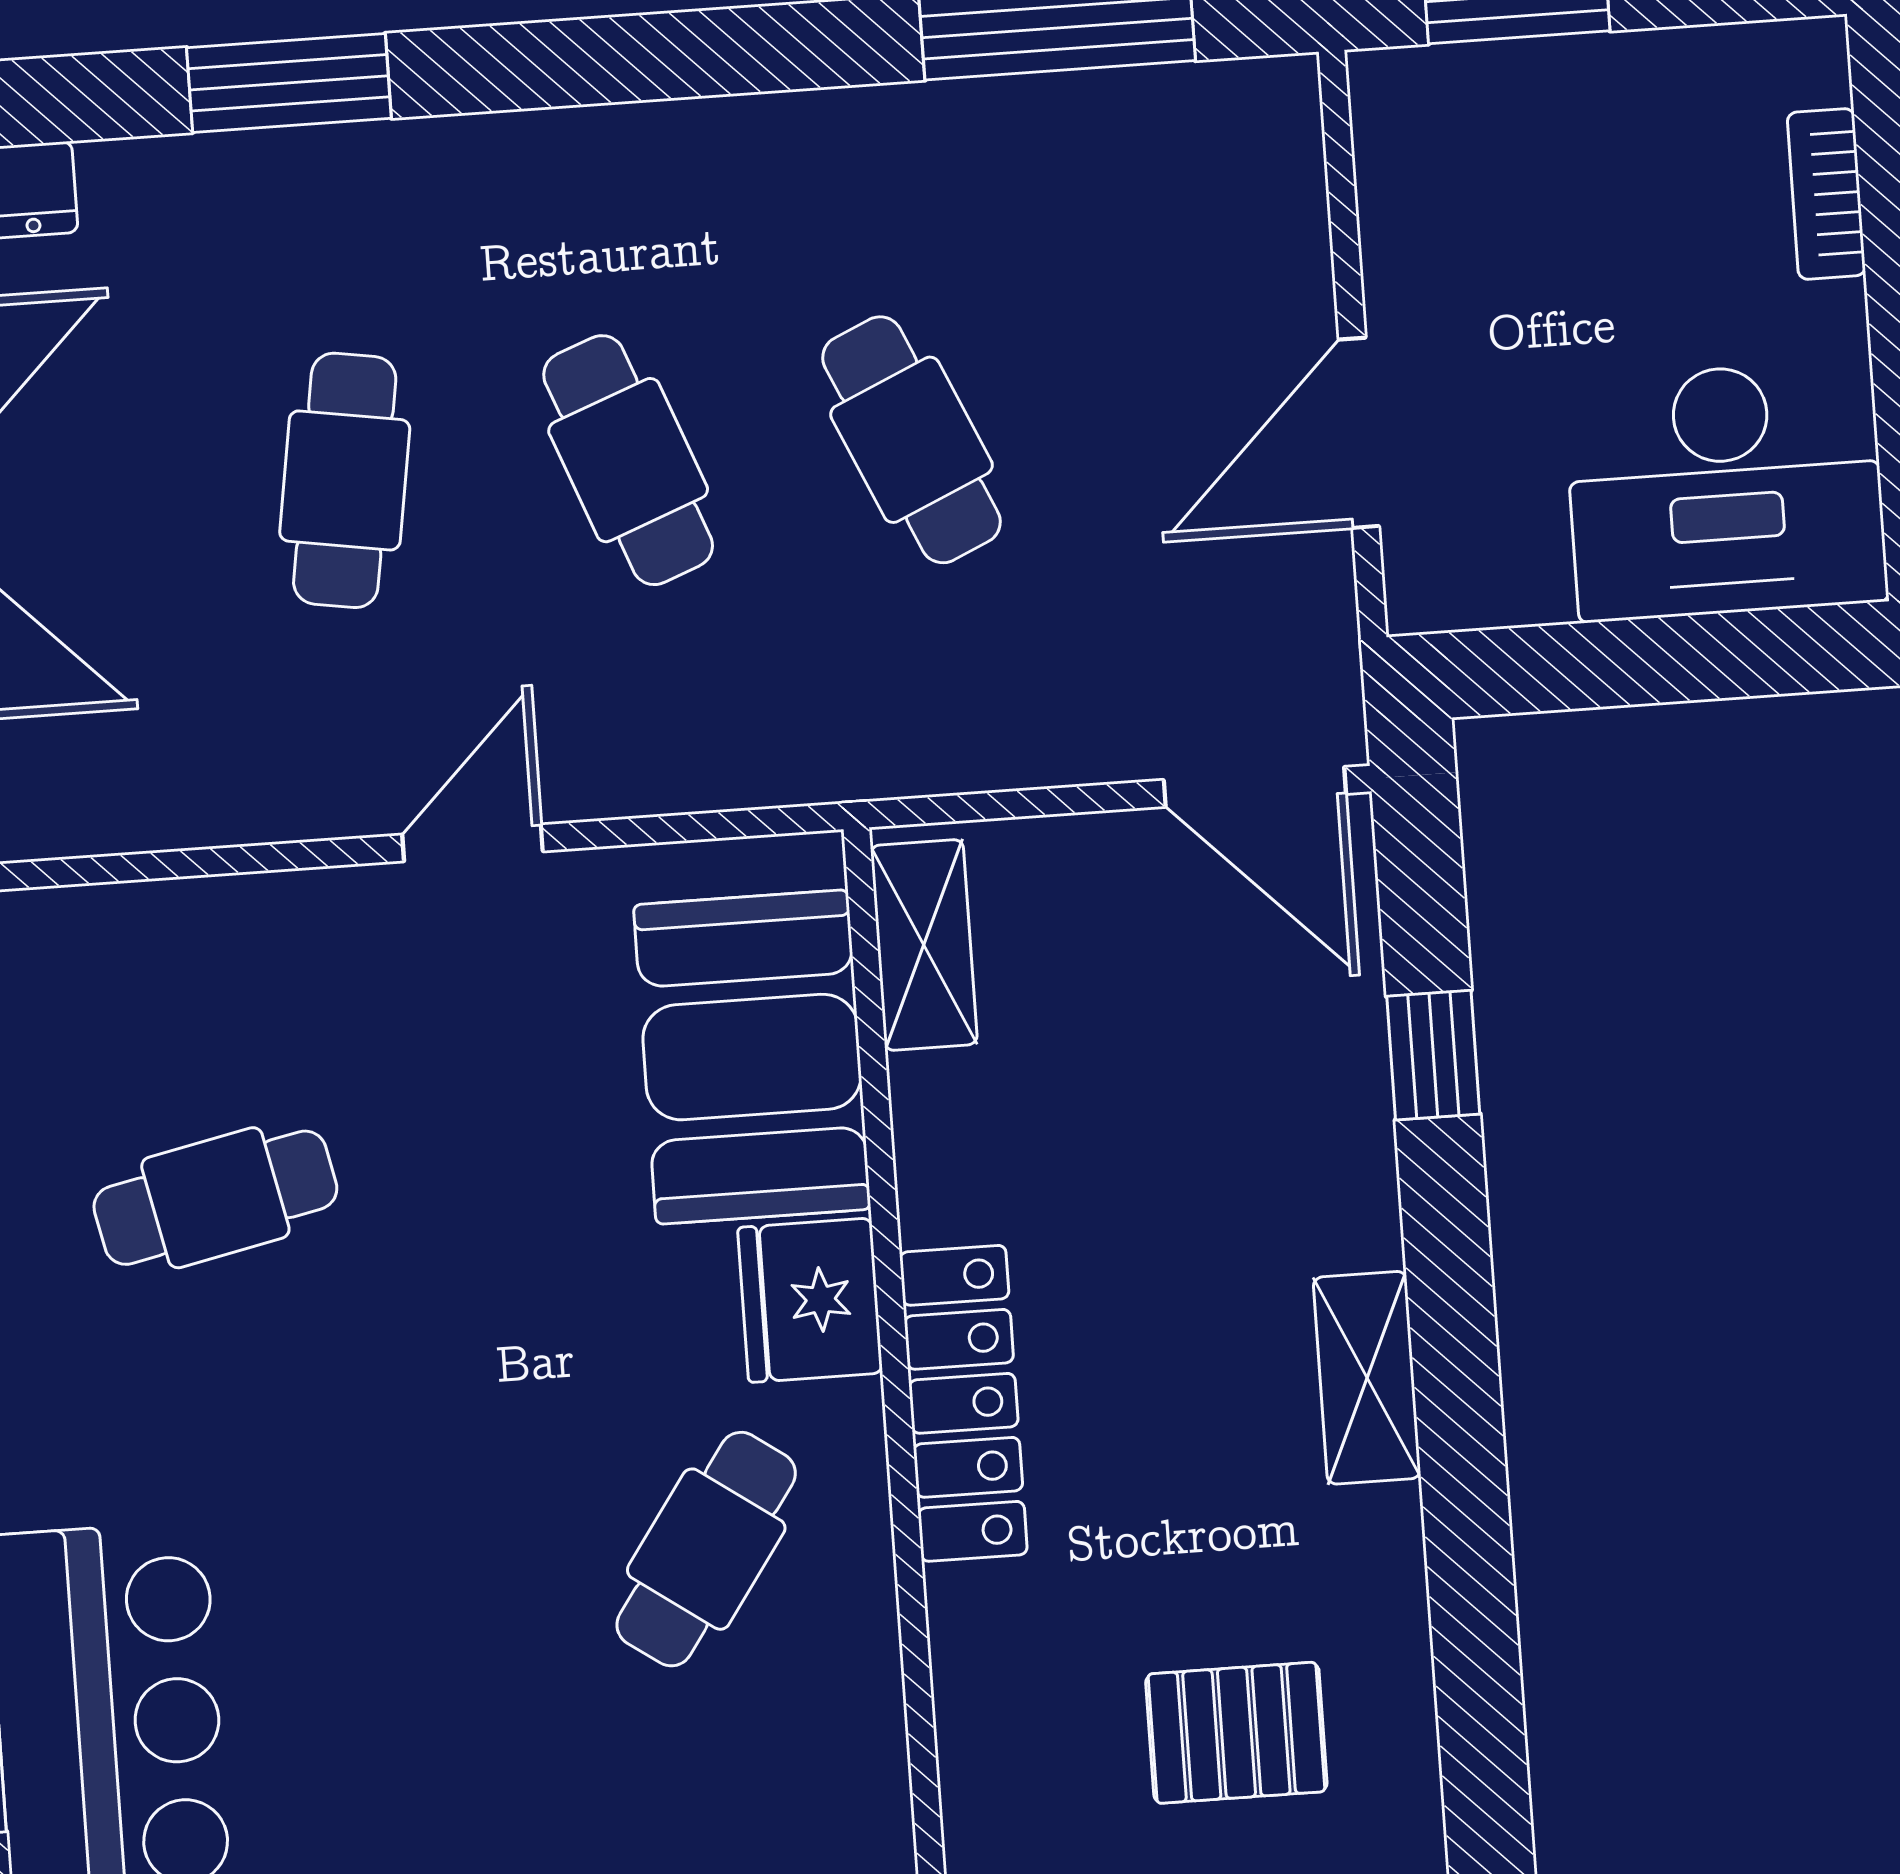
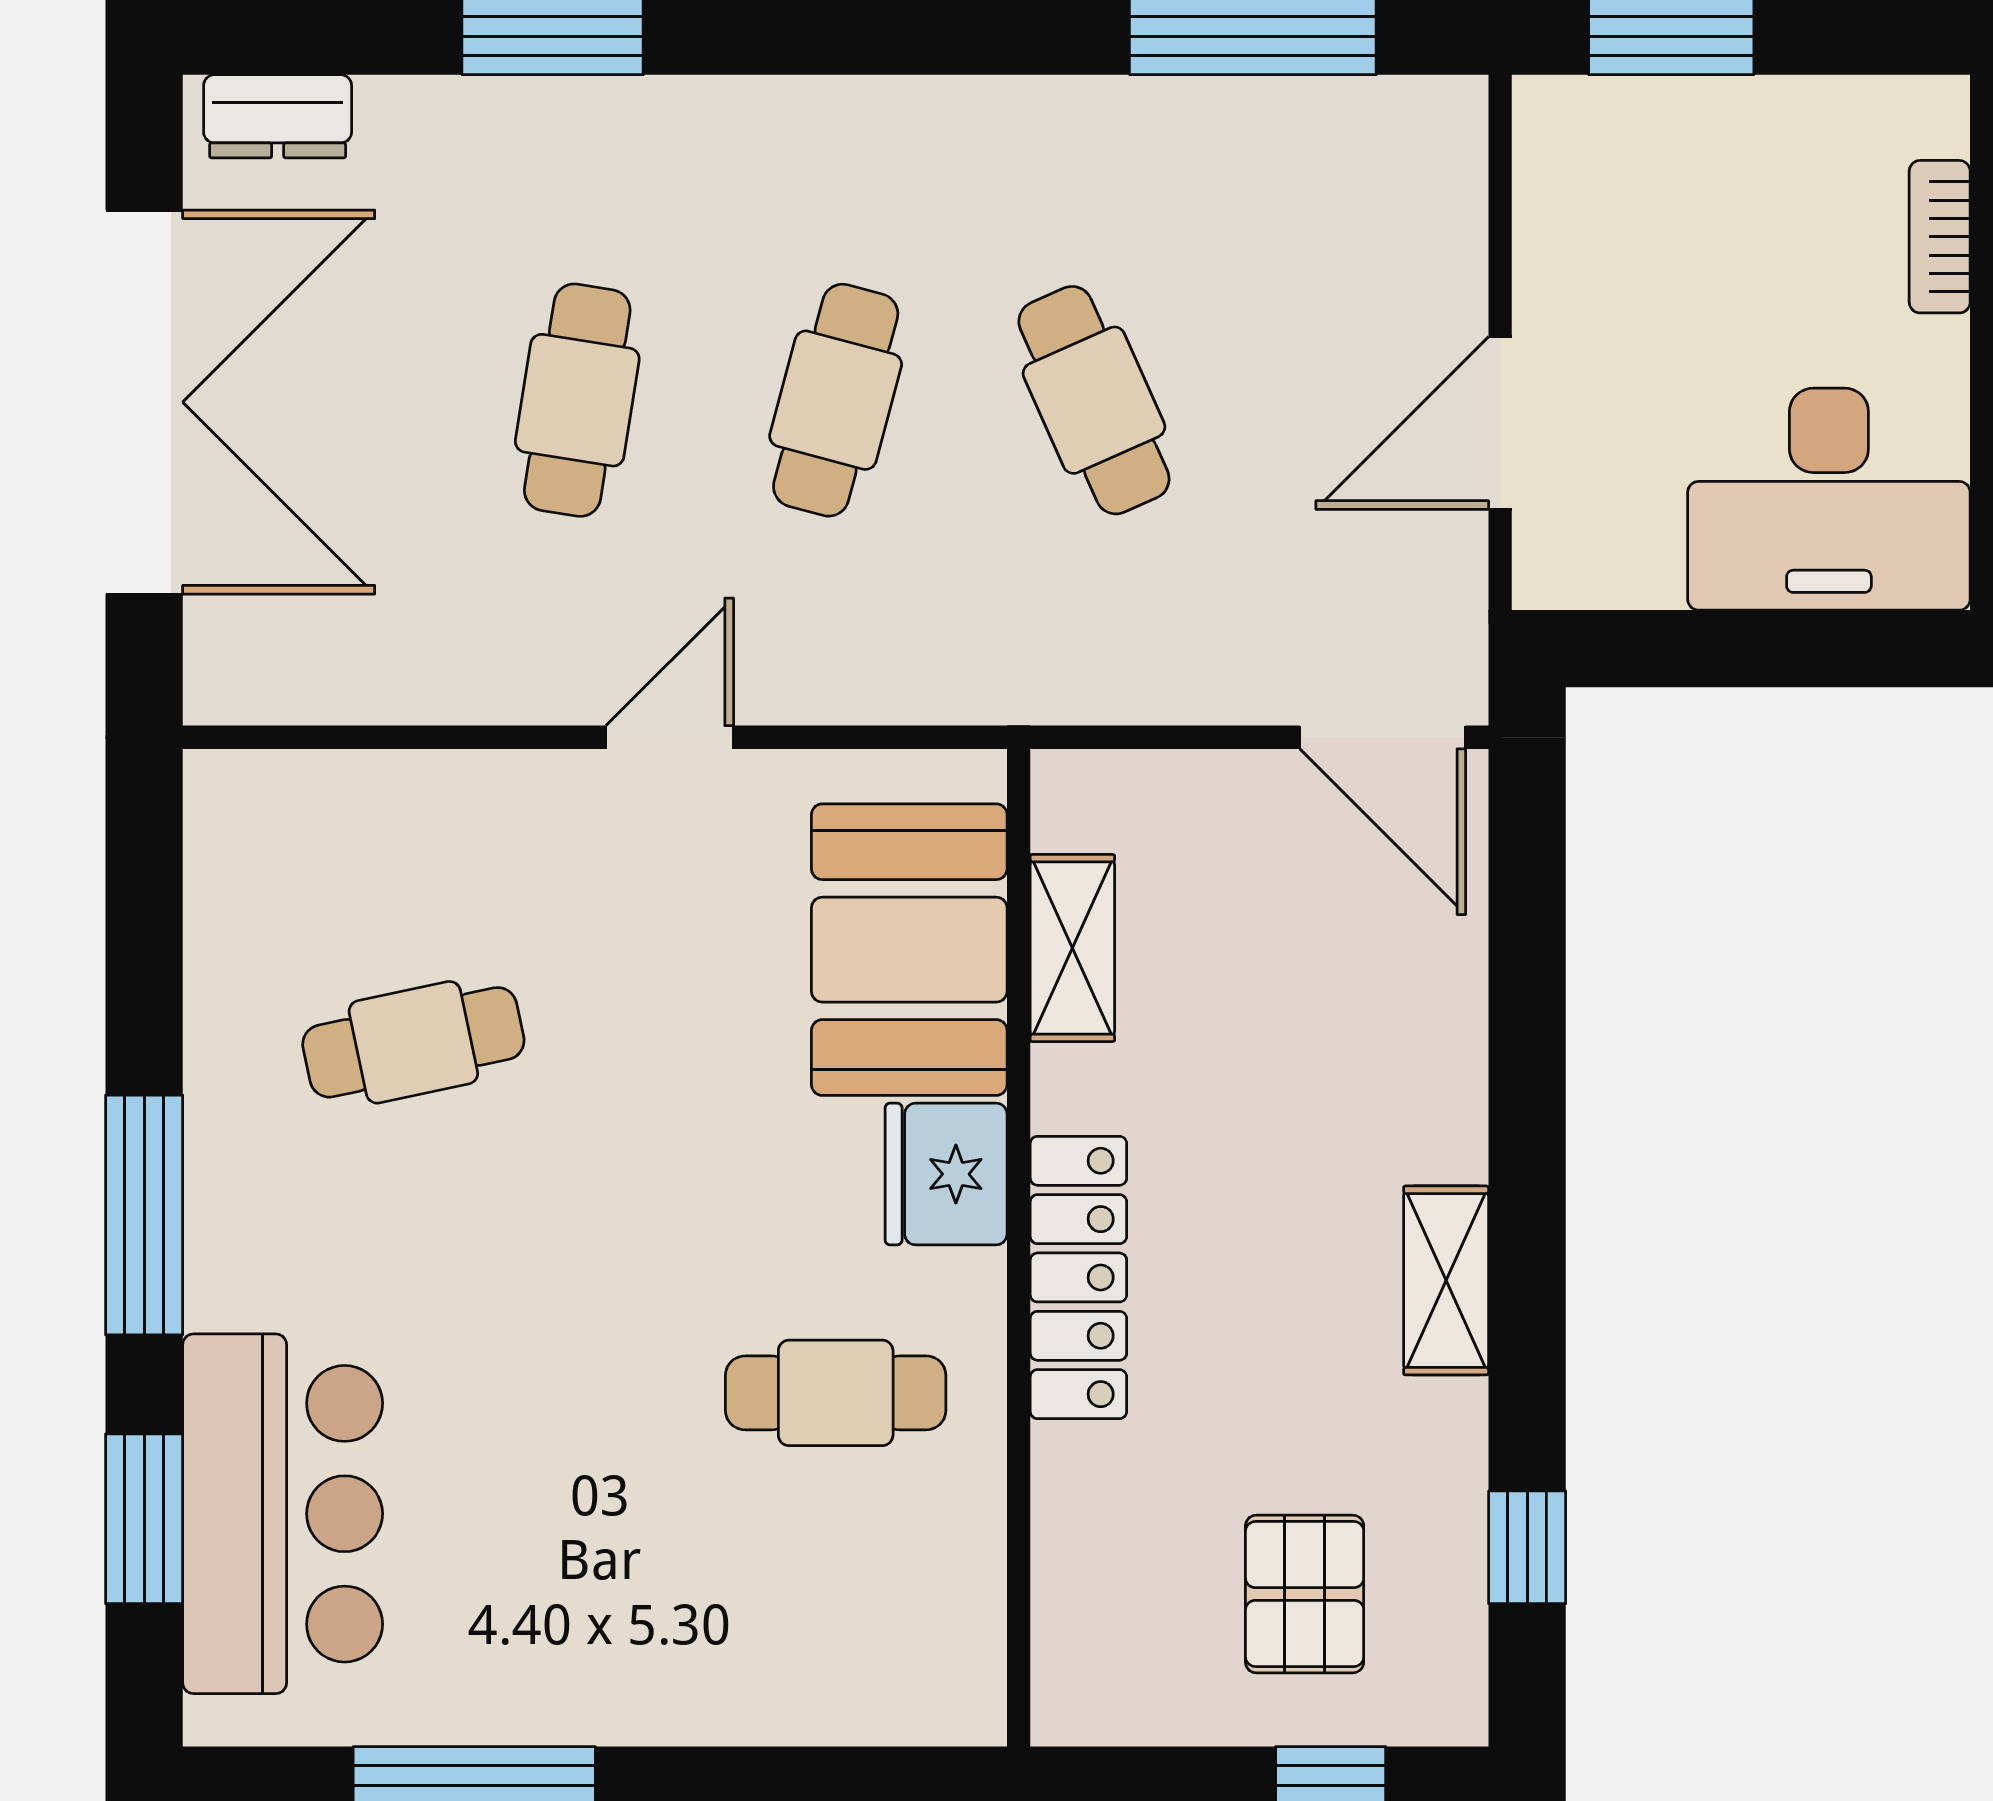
cafe table: (628, 460) -> (836, 400), turned 36
shelving: (924, 945) -> (1072, 948), moved
window: (1433, 1055) -> (1527, 1547), moved
cafe table: (706, 1549) -> (836, 1393), turned 55
pallet: (1236, 1733) -> (1305, 1594), turned 90

